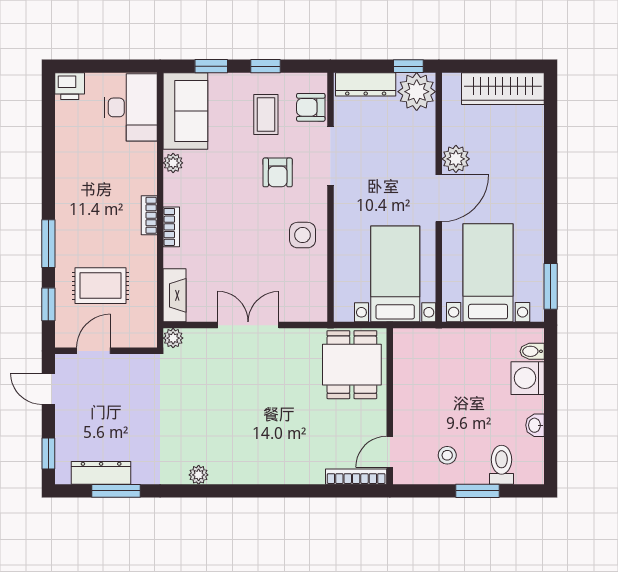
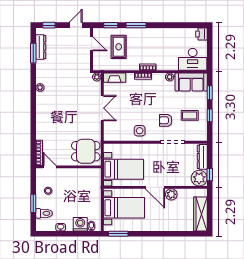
armchair: (311, 107) -> (193, 134), removed

